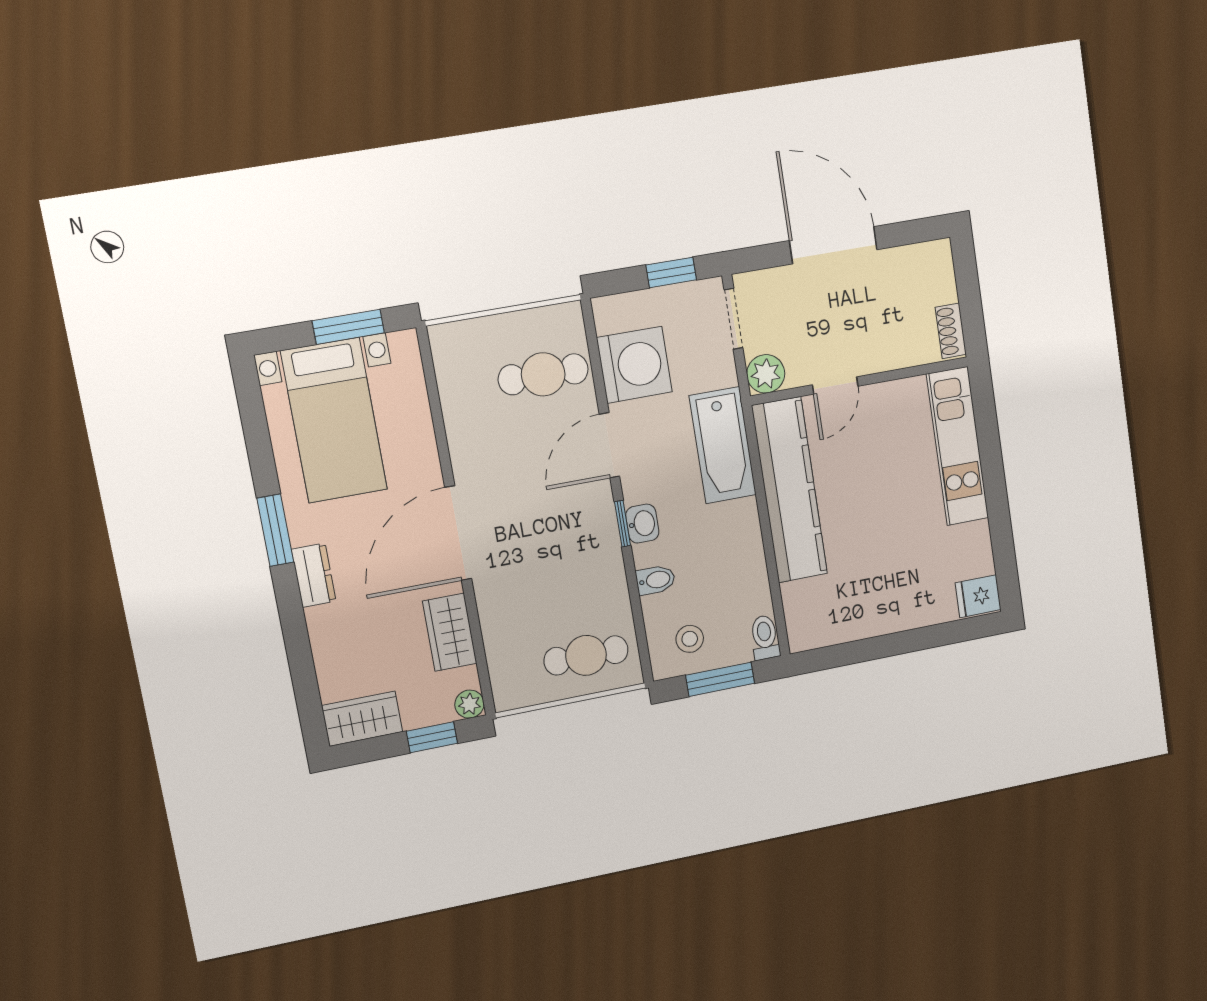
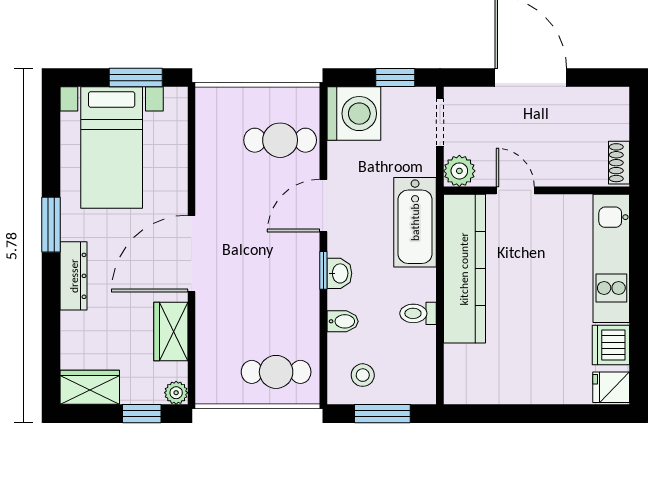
washing machine: (634, 365) -> (354, 114), moved
door: (835, 386) -> (515, 190), swing flipped
dishwasher: (971, 548) -> (611, 345), added
dresser: (314, 575) -> (74, 276), width x1.44
toilet: (765, 637) -> (418, 313), moved, turned -90

